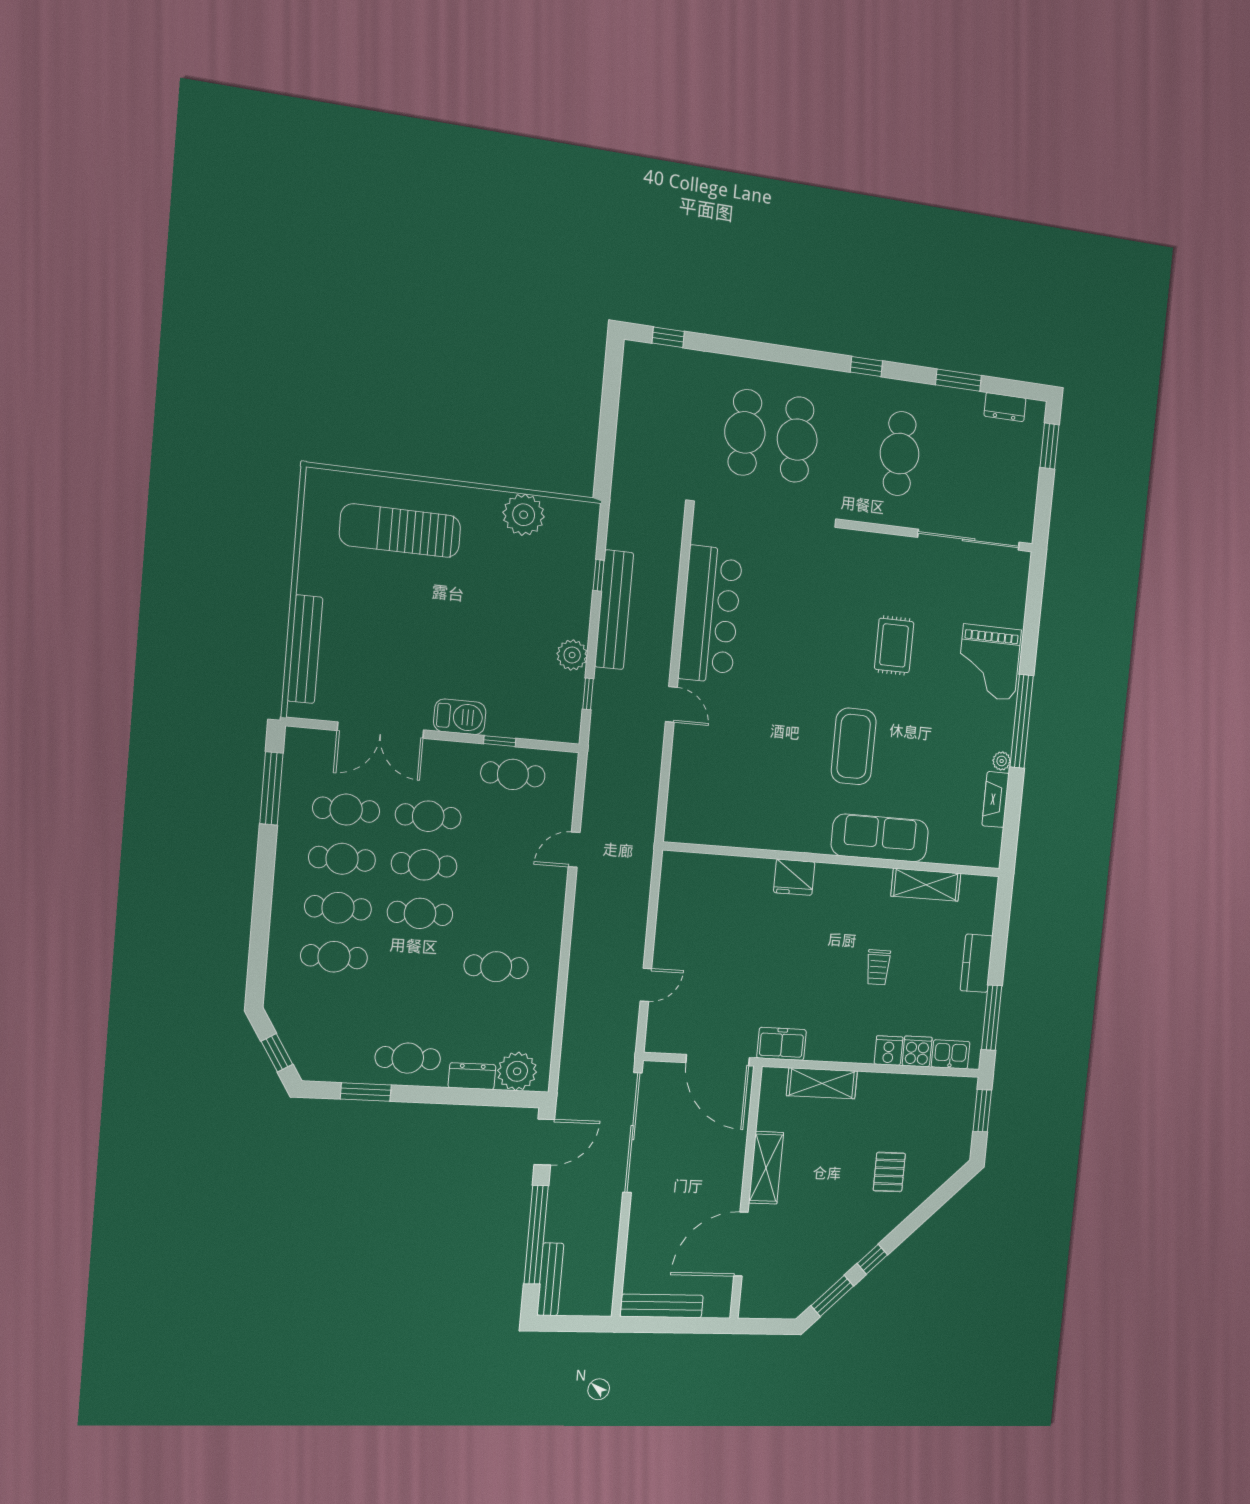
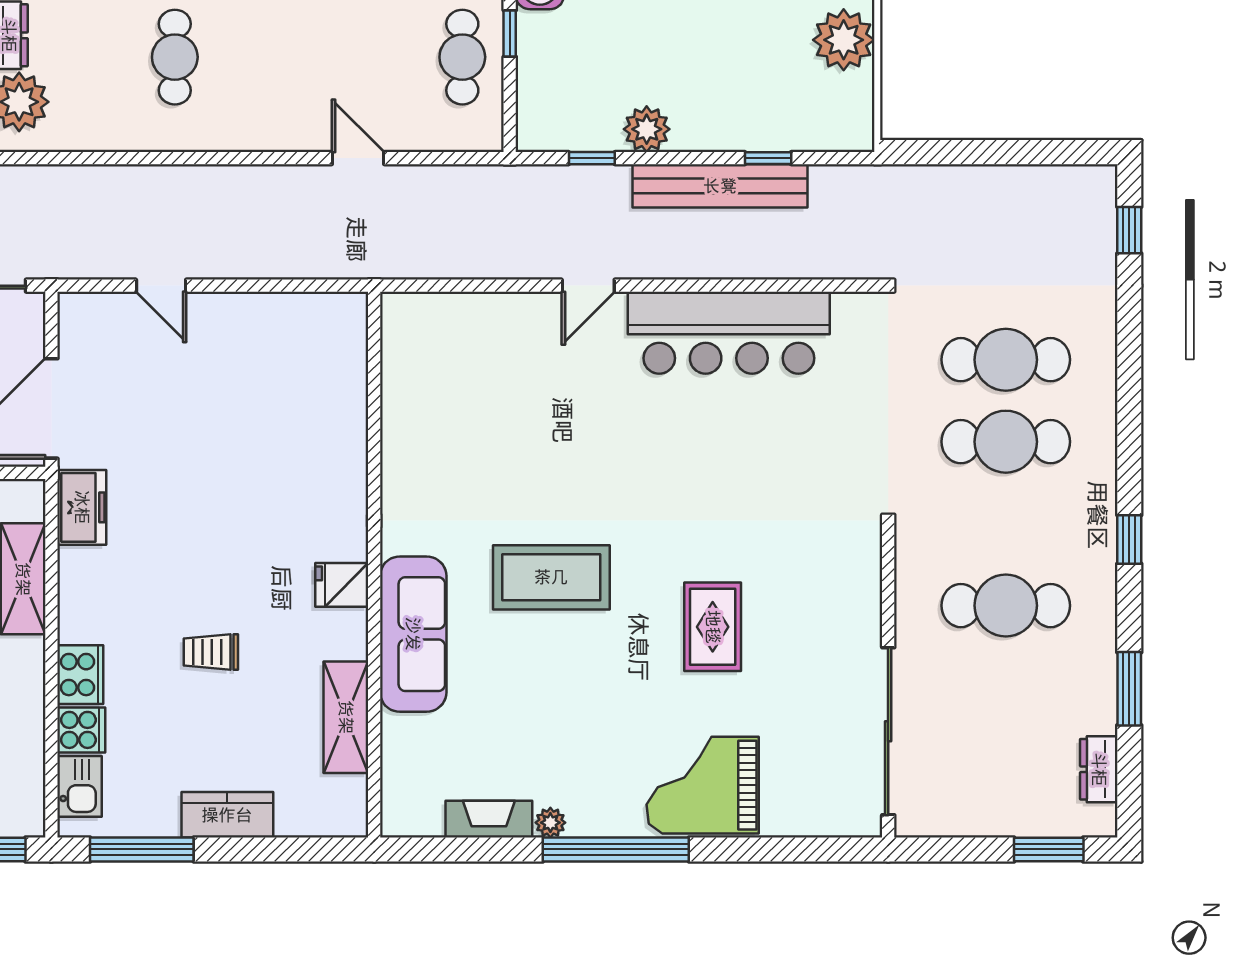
rug: (894, 645) -> (713, 627), turned 90
fridge: (794, 877) -> (342, 585), moved, width x0.72
cooker: (888, 1051) -> (80, 675), width x1.36

